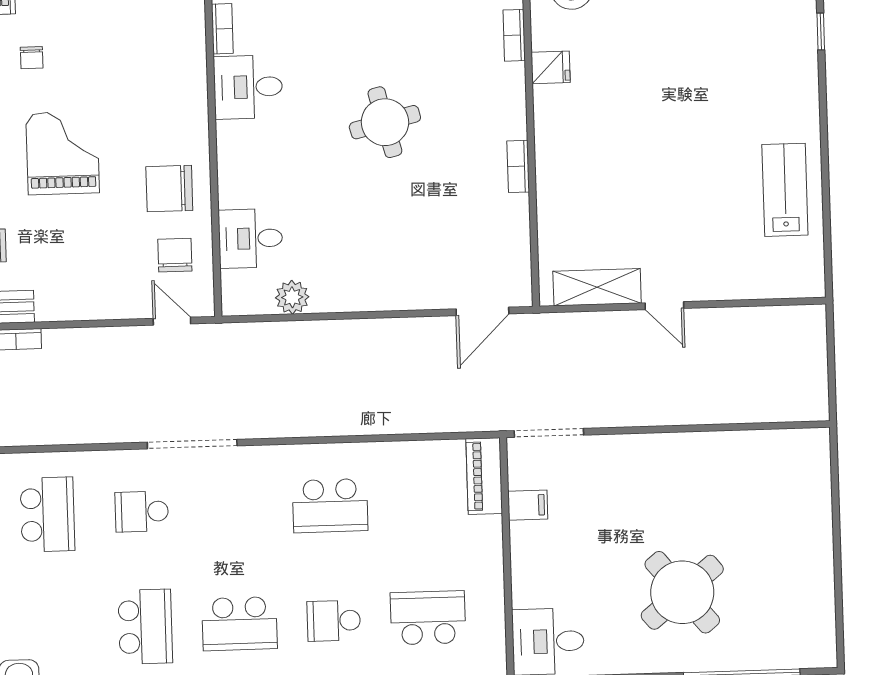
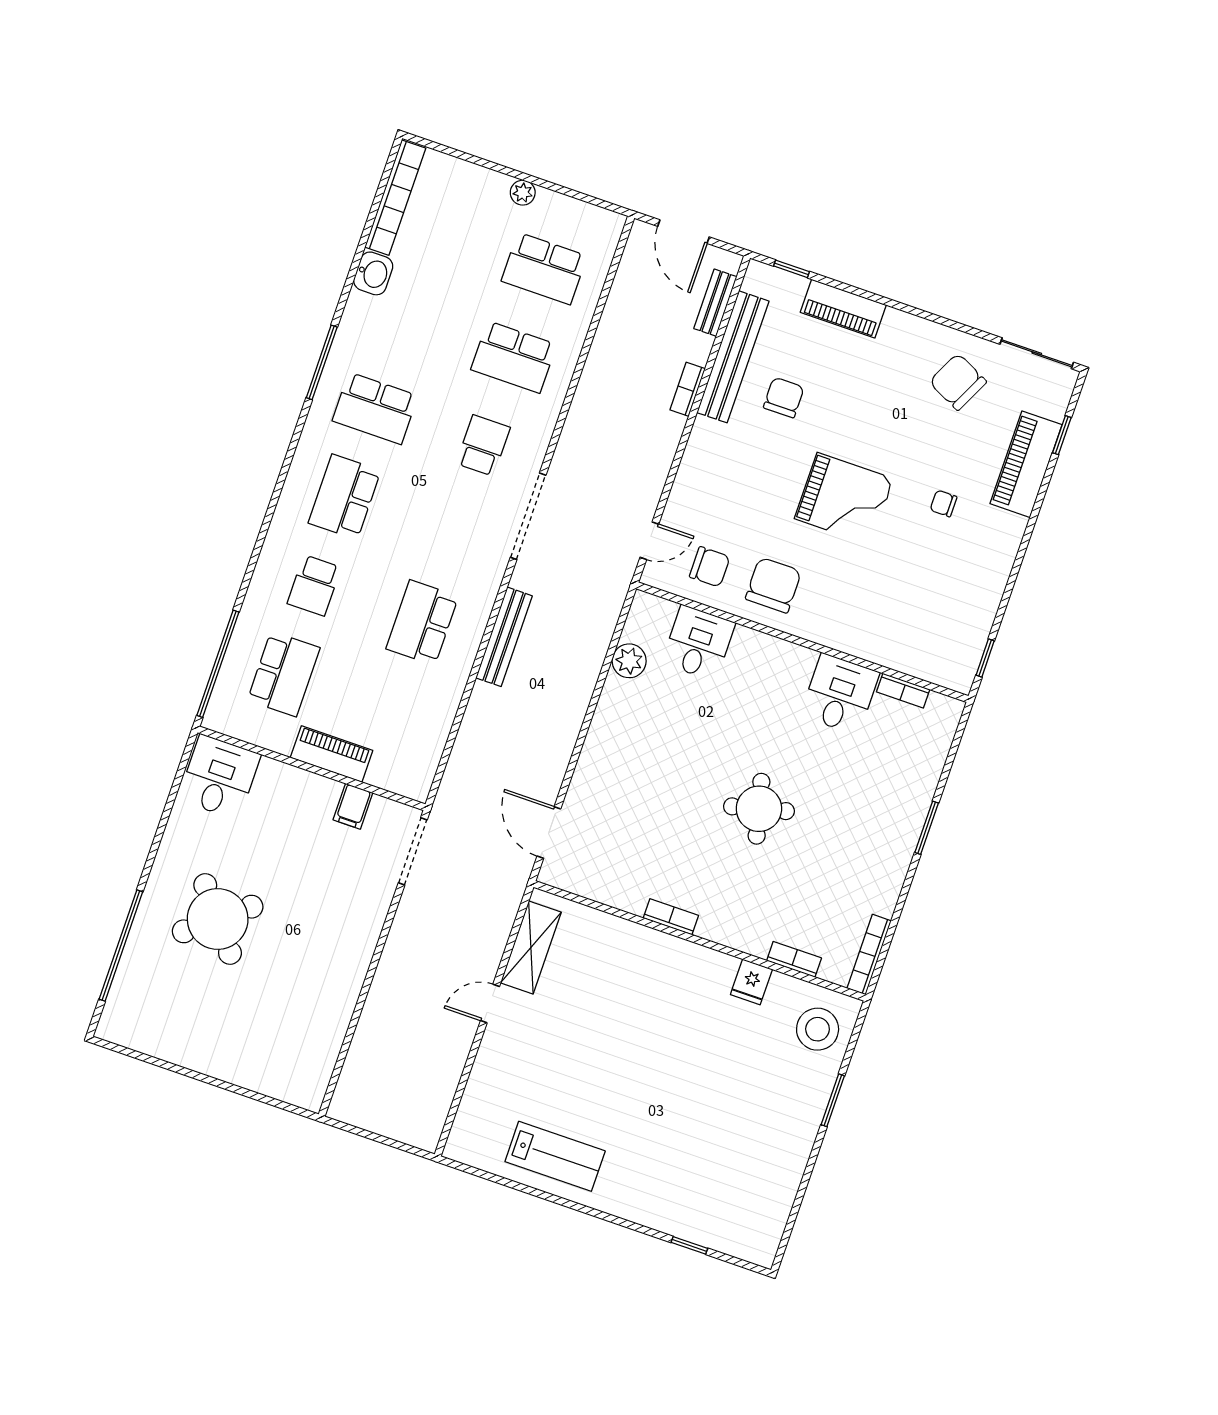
bench: (314, 424) -> (504, 637), added
piano: (484, 476) -> (332, 754), moved
school desk: (334, 621) -> (314, 585), turned 180

